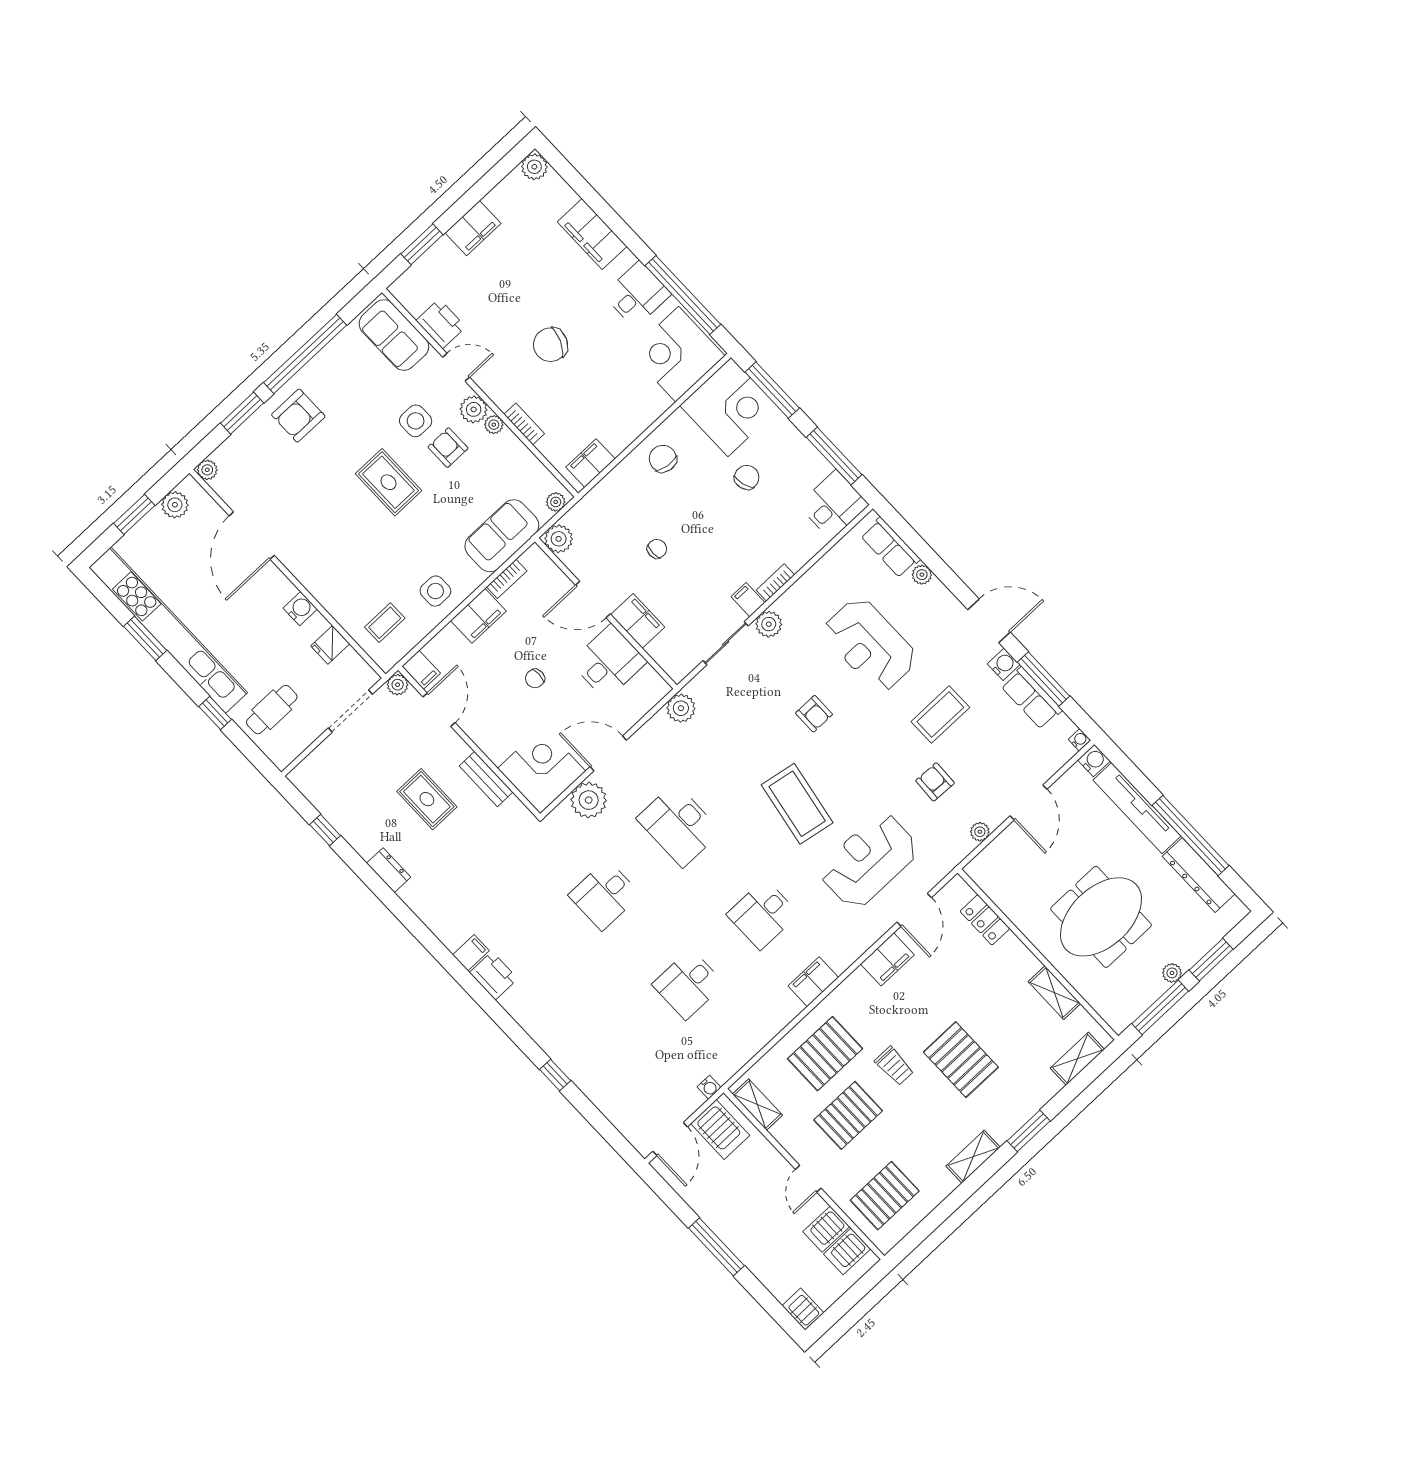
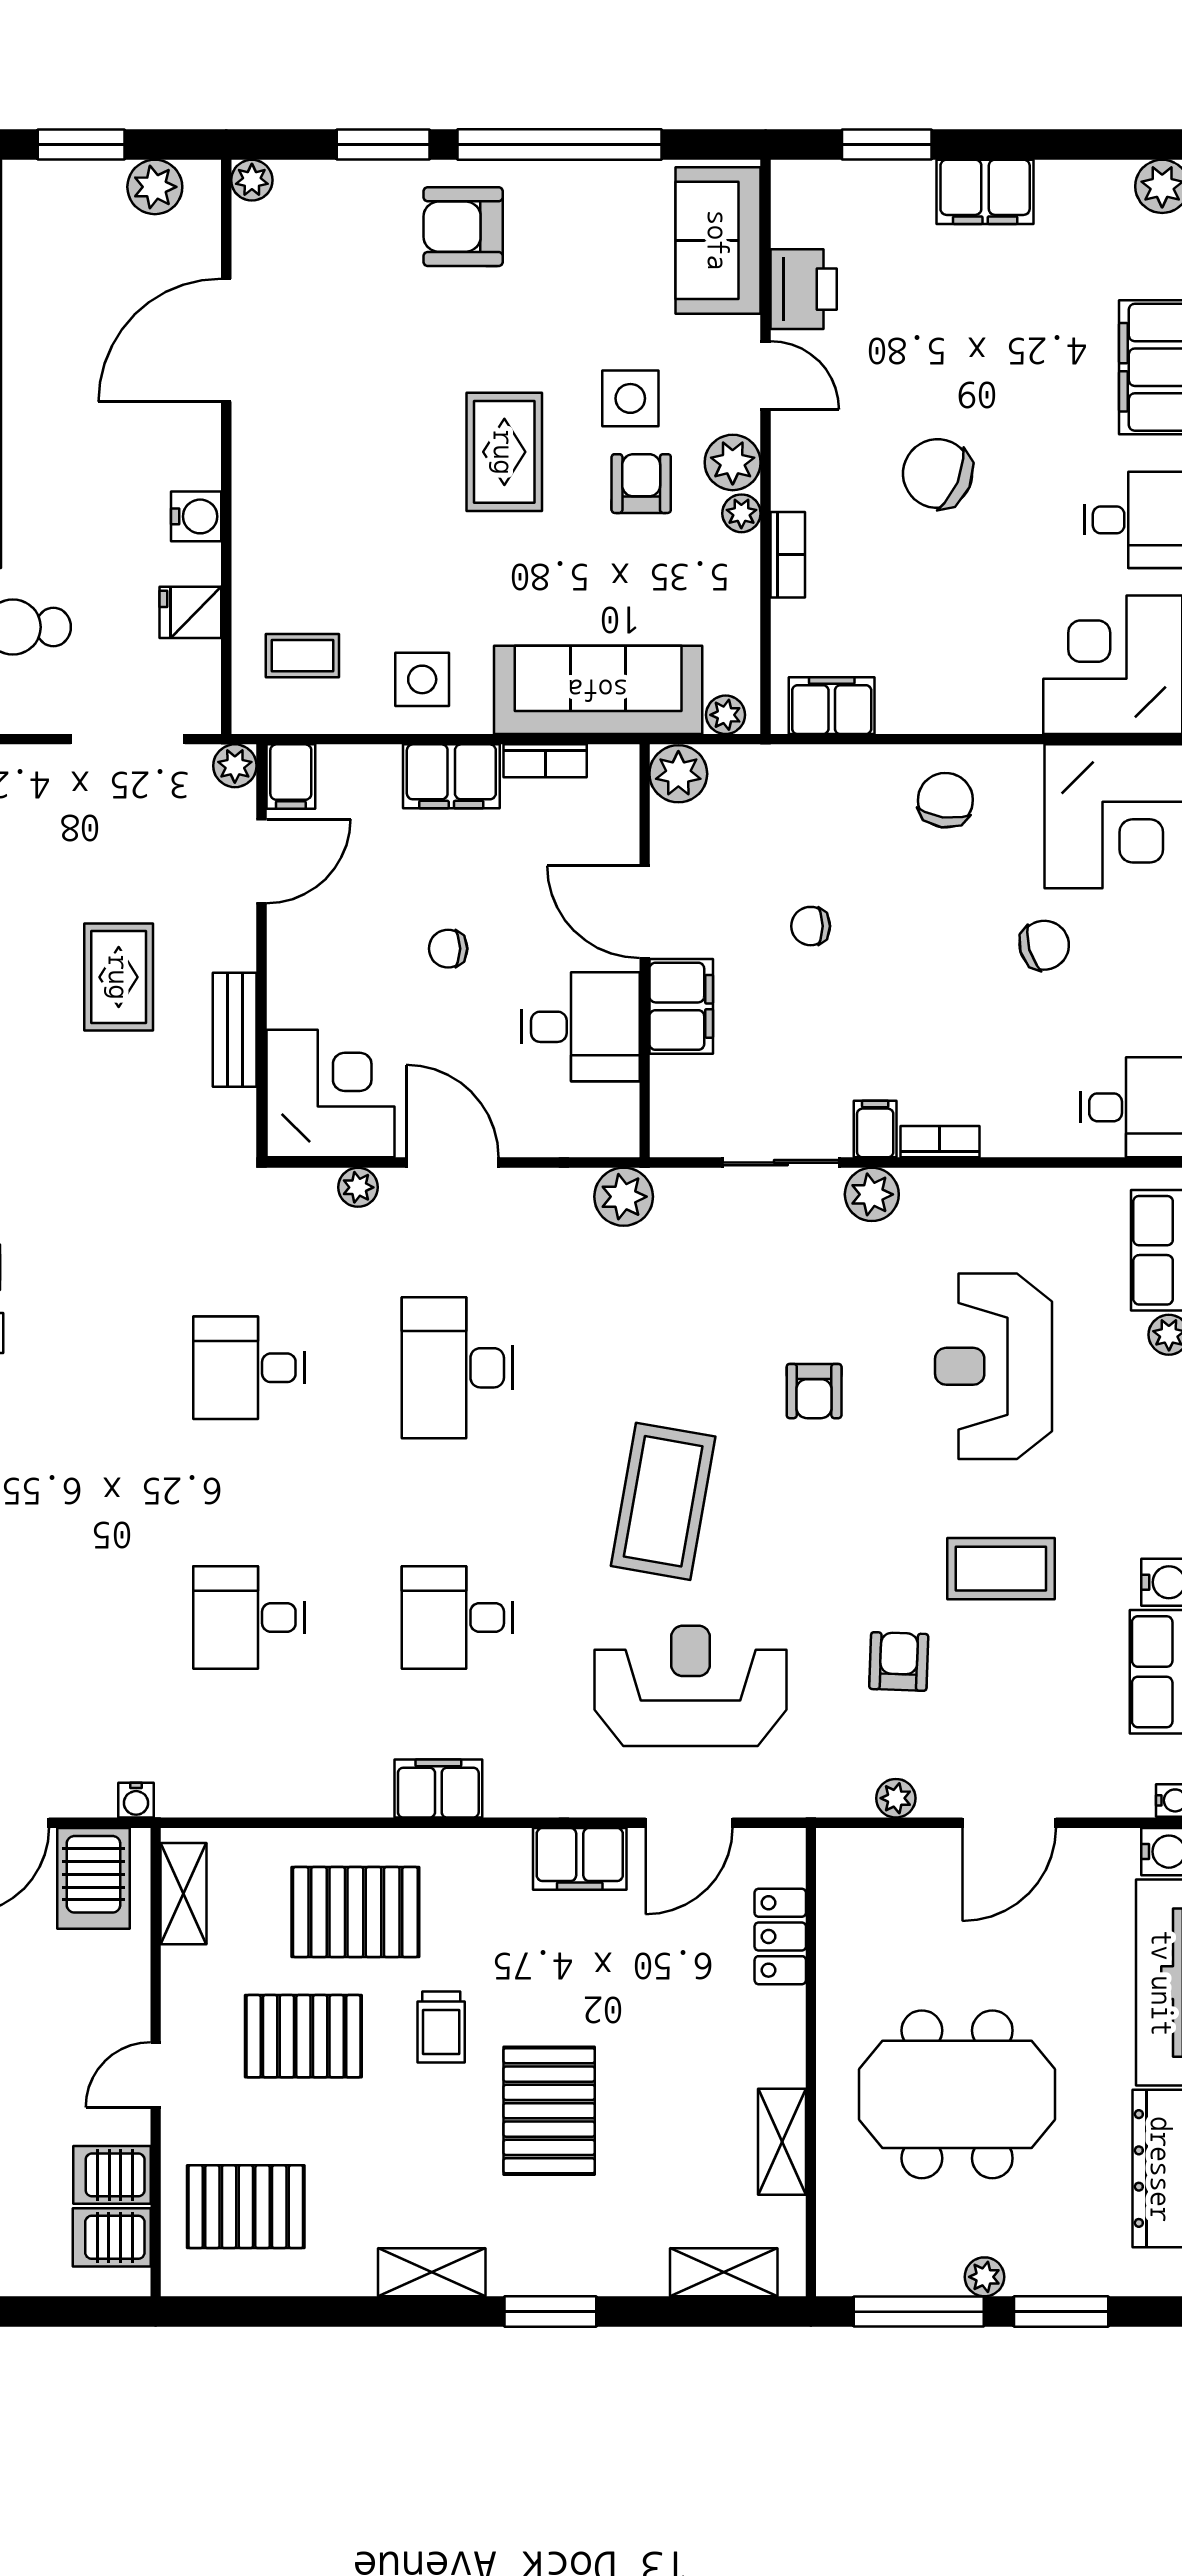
sofa: (502, 536) -> (598, 690), width x1.36
chair: (657, 549) -> (811, 926), turned 180
plant: (589, 800) -> (358, 1187), width x0.53, depth x0.53

